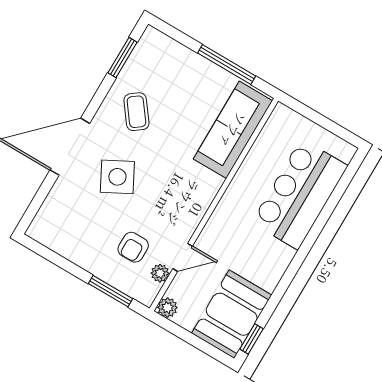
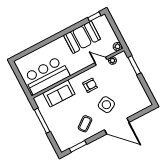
sofa: (233, 130) -> (59, 93), width x0.73
bar counter: (300, 194) -> (47, 75), moved, turned 180
armchair: (133, 247) -> (90, 85), moved
booth: (232, 314) -> (82, 37), moved

